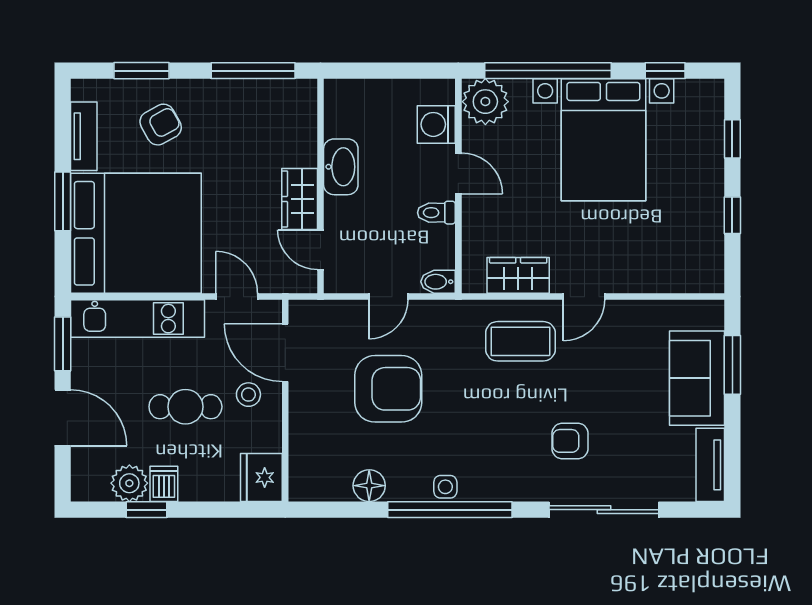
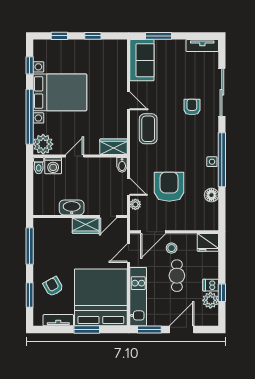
toilet: (436, 213) -> (39, 166), moved
wardrobe: (518, 275) -> (114, 147), moved, turned 90
plant: (348, 312) -> (135, 204), added
sofa: (697, 378) -> (142, 60), moved, turned -90
armchair: (570, 441) -> (192, 107), turned 180

